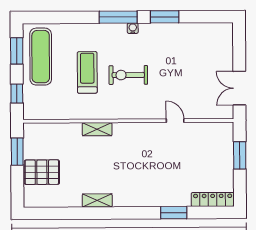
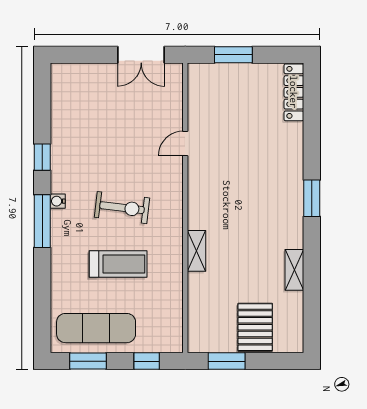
window: (165, 17) -> (42, 157), width x0.67
treadmill: (87, 72) -> (118, 264), turned 180
exercise bike: (128, 75) -> (122, 208), turned -83
shelving: (97, 200) -> (294, 270), moved
window: (174, 213) -> (312, 198), moved

